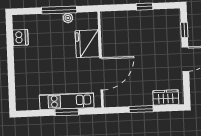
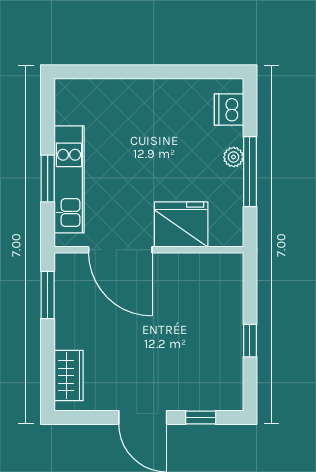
plant: (68, 18) -> (234, 157), moved
dishwasher: (20, 37) -> (229, 109), moved, turned 90
window: (141, 109) -> (48, 295), moved

